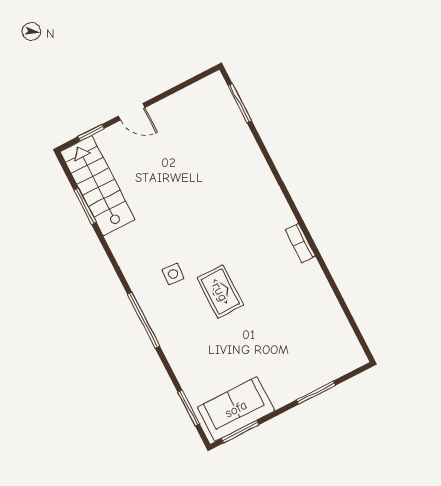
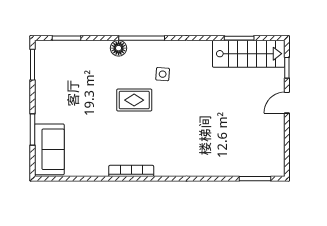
bookcase: (300, 243) -> (131, 171), width x1.56
floor lamp: (169, 341) -> (119, 48), added
sofa: (236, 409) -> (49, 149), moved

